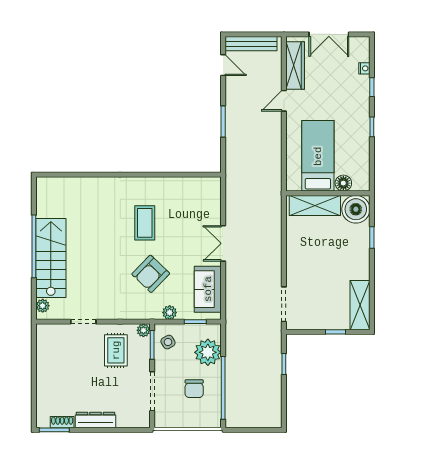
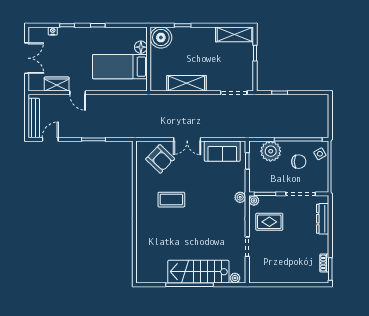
wardrobe: (295, 65) -> (57, 84), width x0.67
shelving: (315, 205) -> (186, 83), moved, turned 90
armchair: (151, 274) -> (160, 159), moved
plant: (170, 313) -> (240, 197), moved
side table: (168, 342) -> (320, 154), moved
dresser: (95, 420) -> (323, 219), moved

